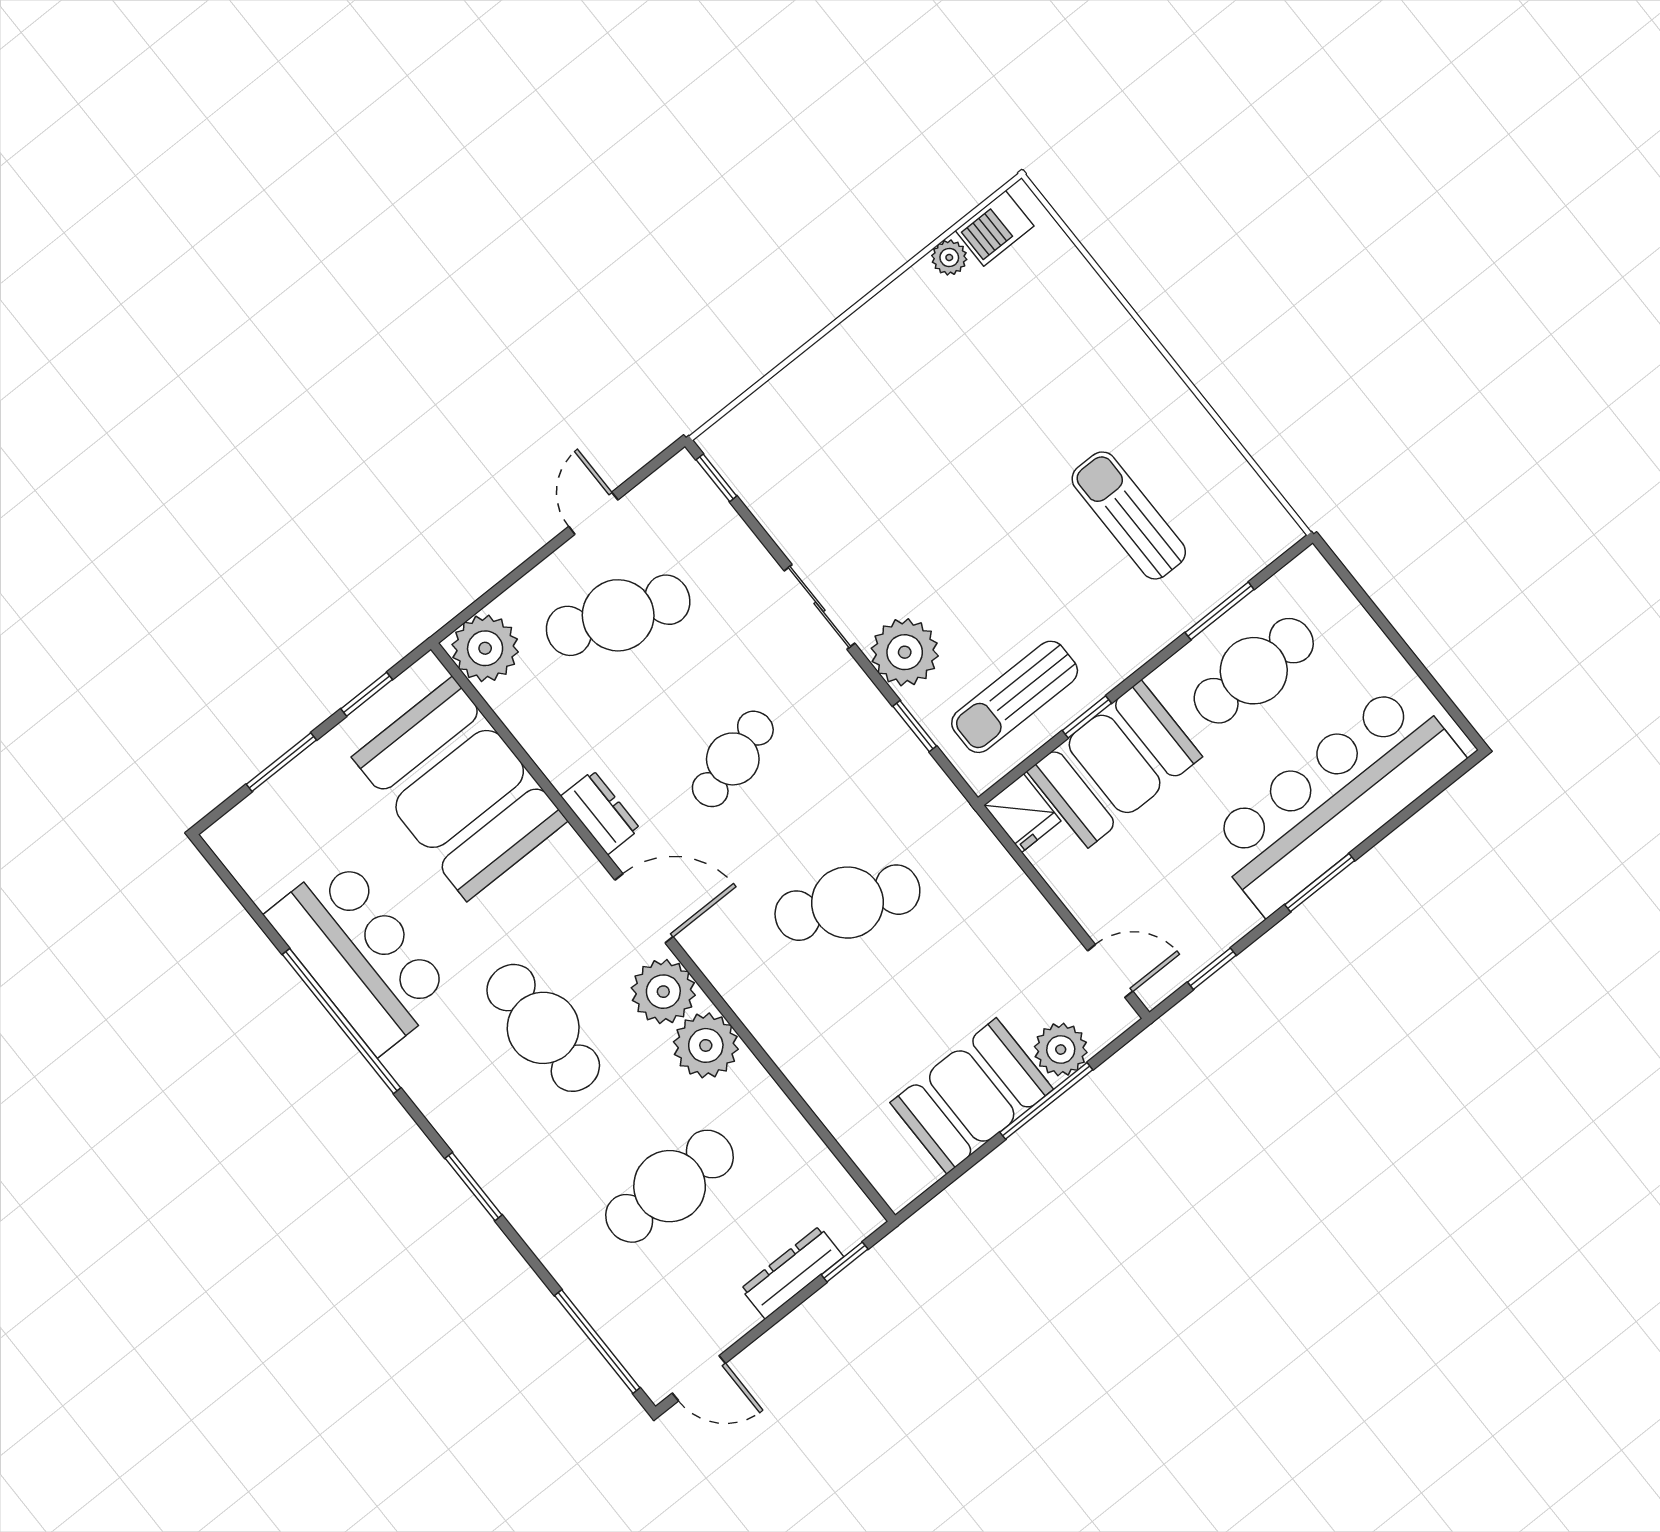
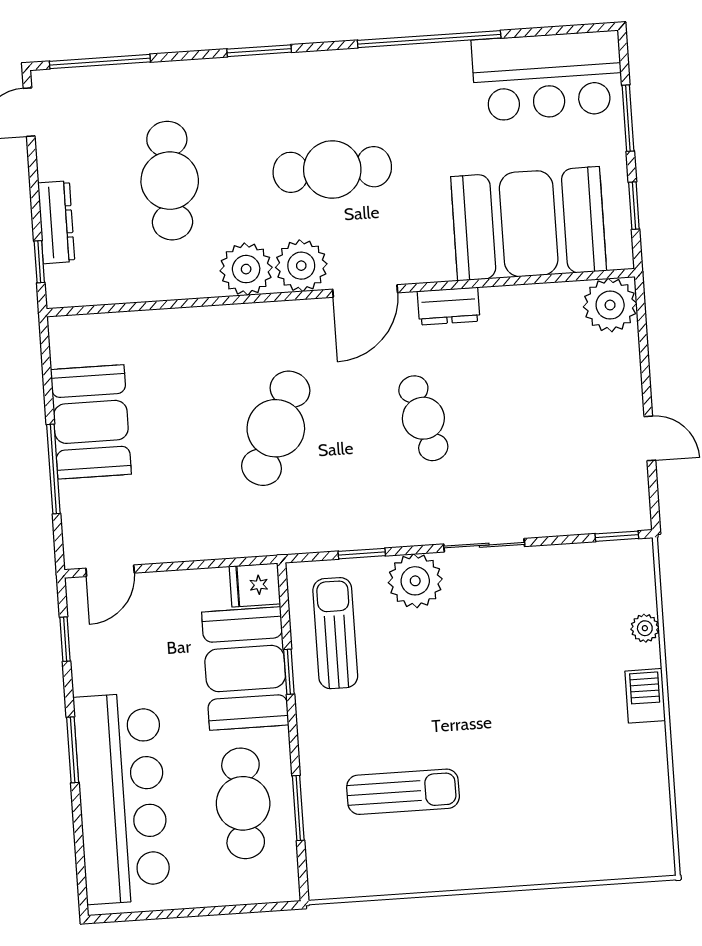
barbecue: (995, 228) -> (645, 696), moved
plant: (949, 257) -> (645, 628), moved
cafe table: (618, 615) -> (571, 408), removed
bar counter: (360, 955) -> (547, 76), moved
plant: (1061, 1050) -> (81, 502), removed

